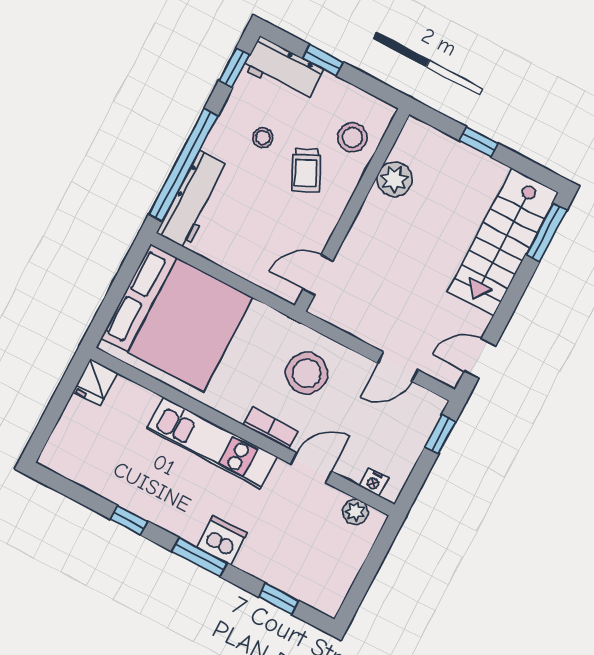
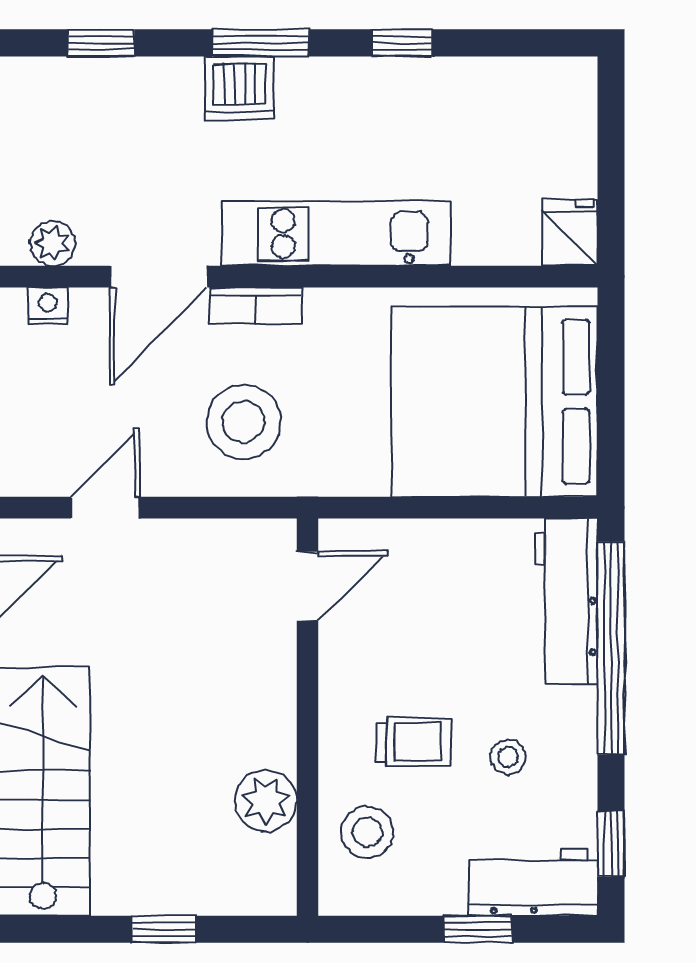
trolley: (306, 170) -> (413, 742), turned 116
door: (311, 468) -> (159, 277), width x1.38

